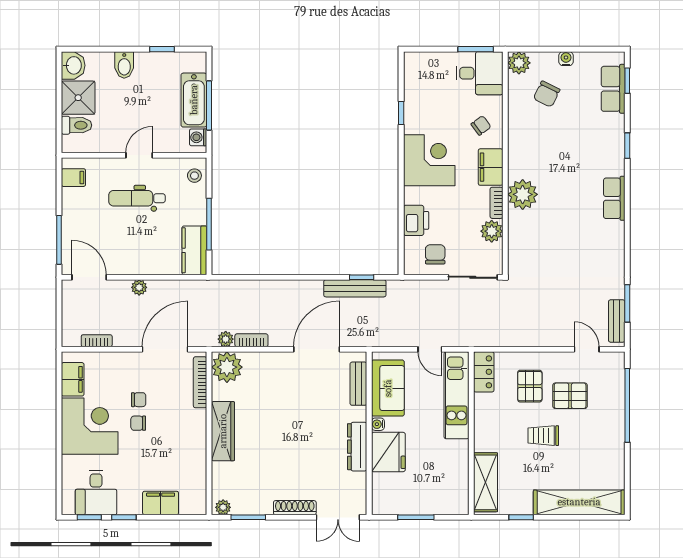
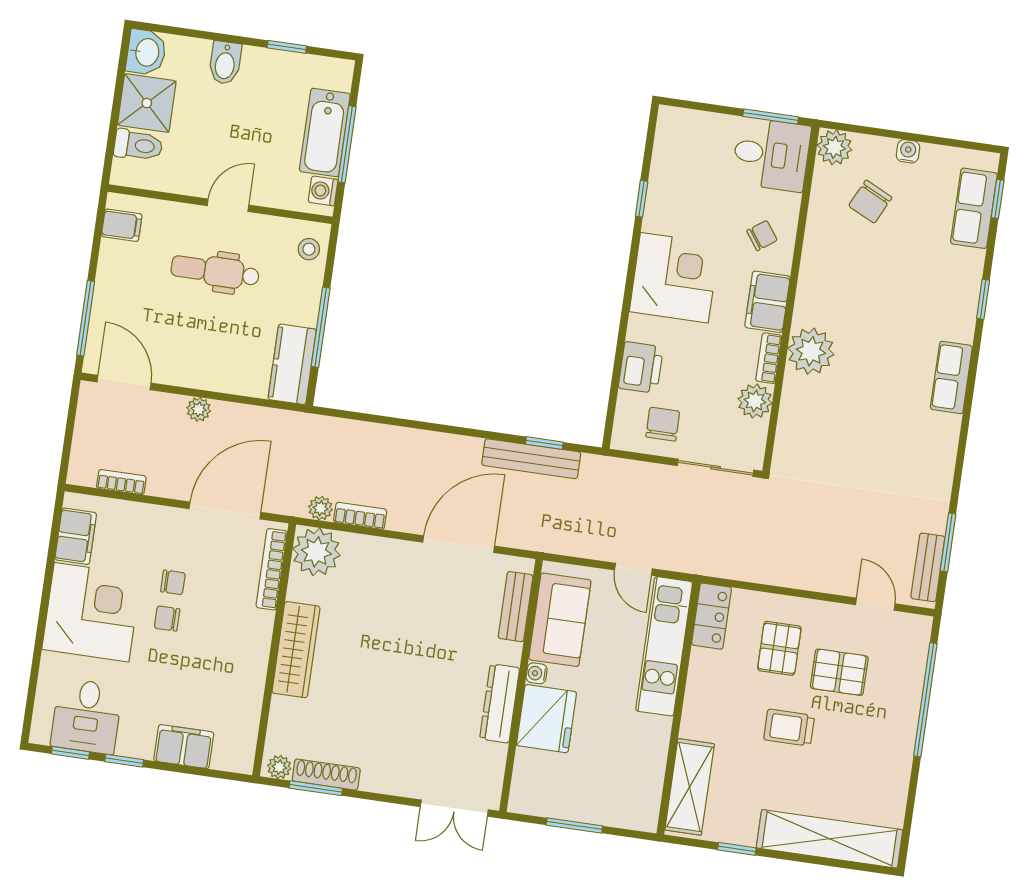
shoe rack: (295, 508) -> (326, 775), moved

